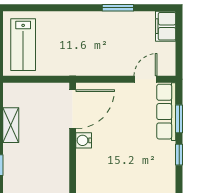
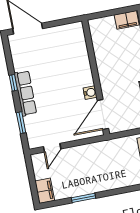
row of seats: (166, 112) -> (25, 93), moved
window: (179, 155) -> (13, 83), moved

